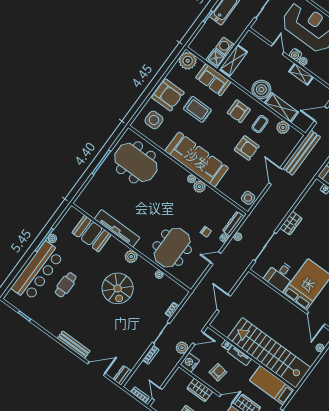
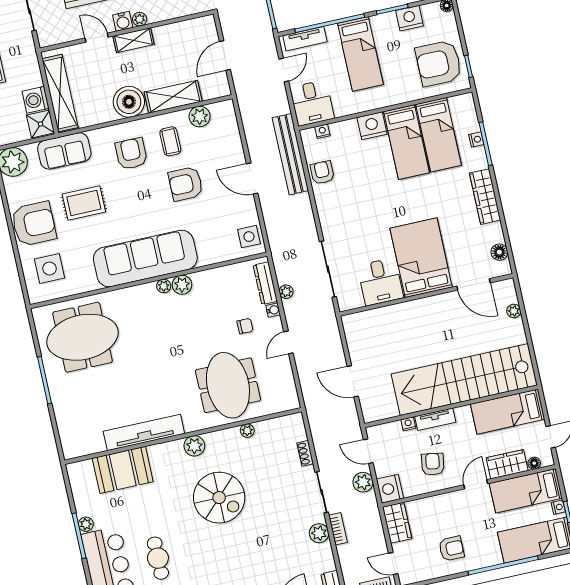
shelving: (234, 61) -> (60, 93), width x1.47
shelving: (301, 74) -> (133, 40), moved
armchair: (239, 111) -> (131, 154), turned 180
armchair: (247, 148) -> (186, 184), turned 180
bench: (302, 153) -> (290, 154), moved
armchair: (306, 206) -> (322, 173), added
wardrobe: (291, 223) -> (327, 211), removed
door: (198, 338) -> (368, 451), swing flipped
plant: (141, 348) -> (319, 533), added
wardrobe: (200, 390) -> (397, 523), moved, turned -90

